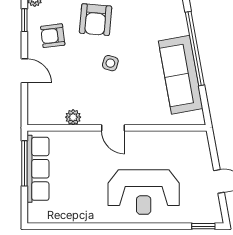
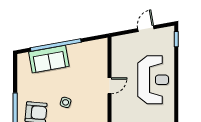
sofa: (181, 75) -> (49, 59), moved, width x0.73
door: (113, 128) -> (110, 86), moved

